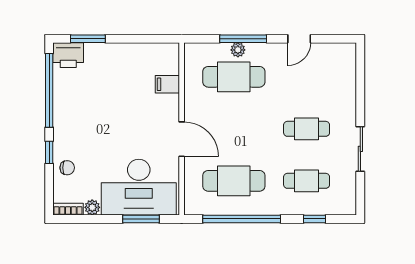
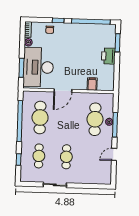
door: (299, 39) -> (114, 154), hinge flipped
printer: (68, 55) -> (108, 56), moved

